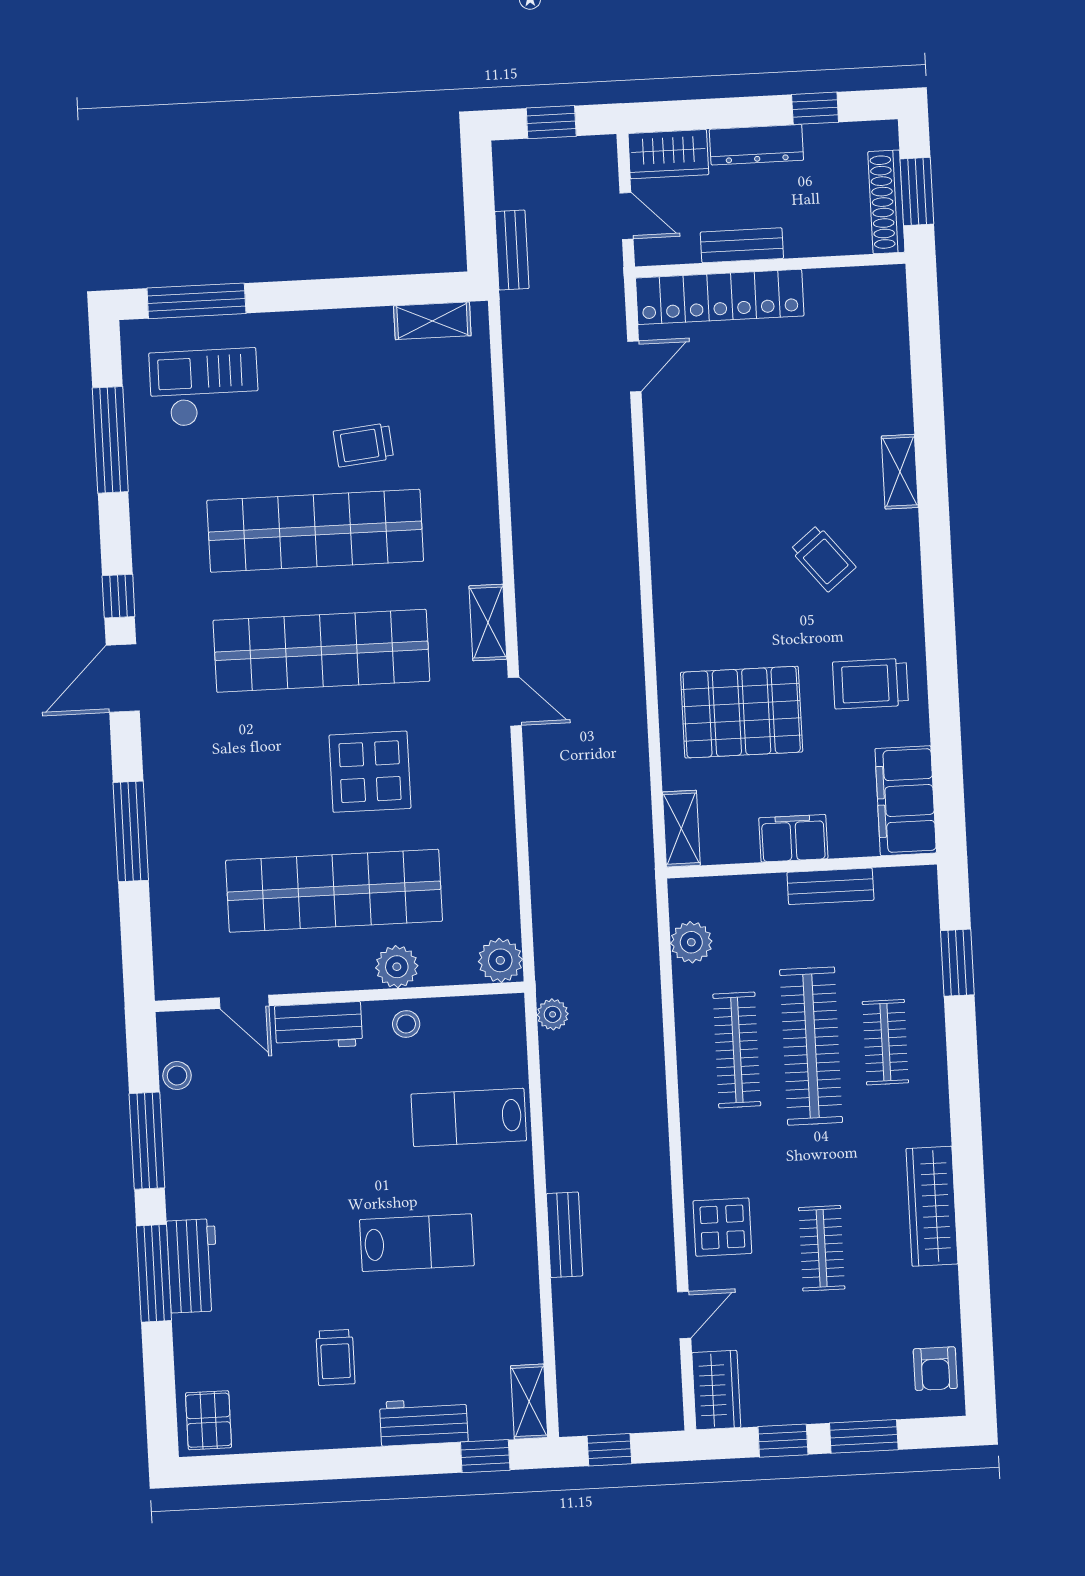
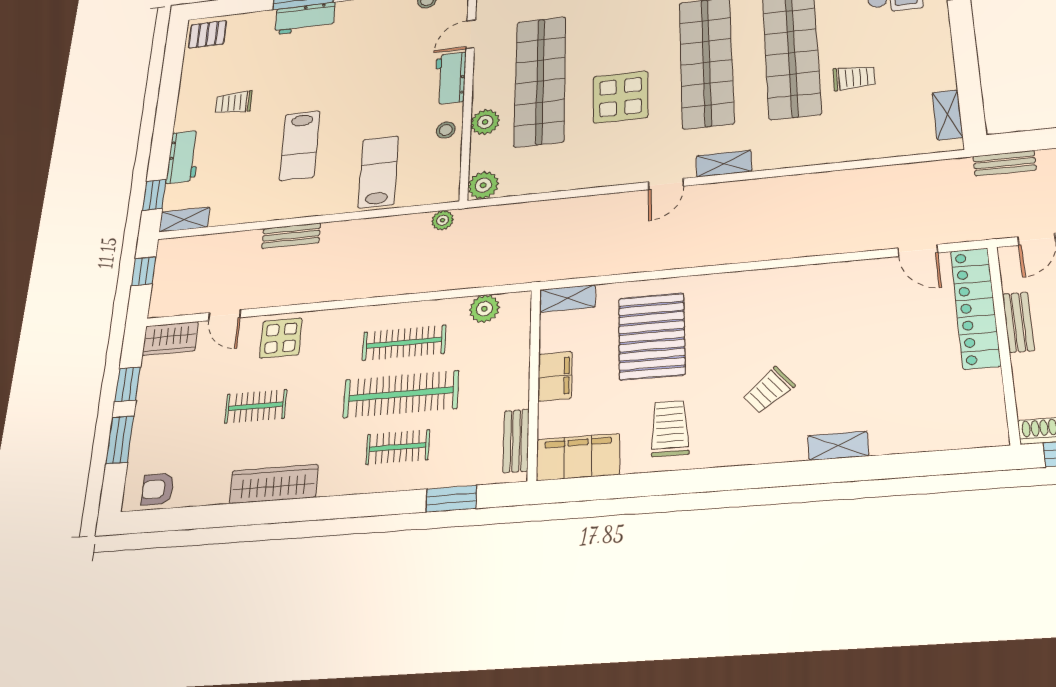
trolley: (363, 445) -> (854, 78), turned 96
bench: (830, 886) -> (516, 441), moved

